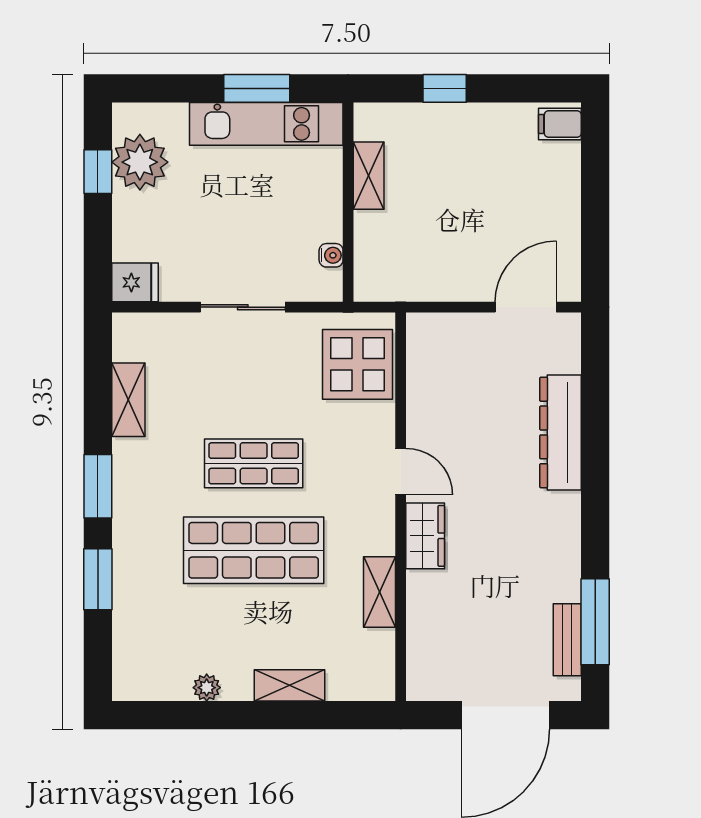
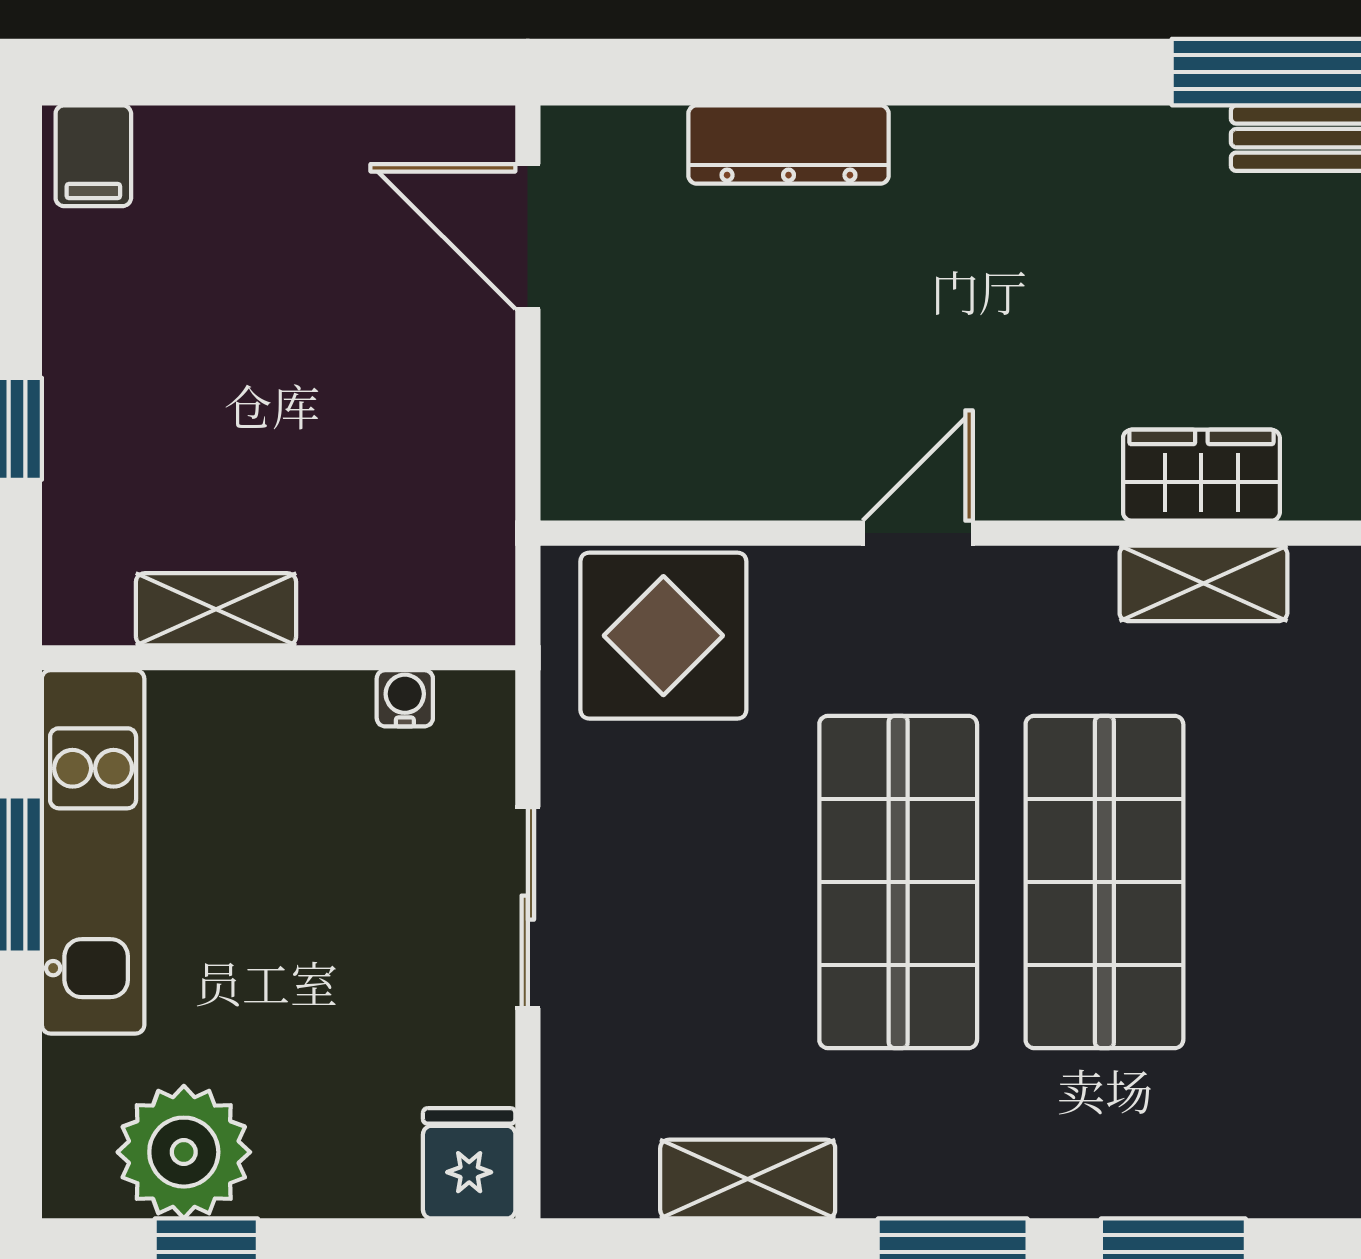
dresser: (560, 432) -> (788, 145), width x0.73, depth x0.80
shop shelf: (254, 463) -> (898, 882), width x1.43, depth x1.36
wardrobe: (425, 536) -> (1201, 475), moved

